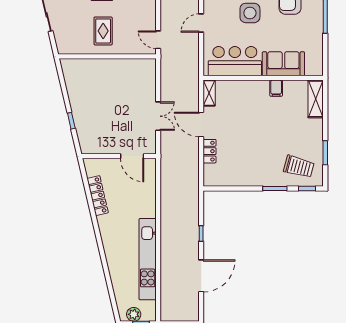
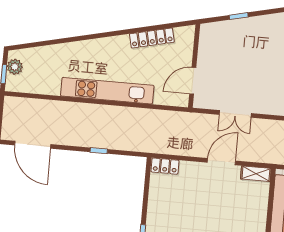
locker: (210, 151) -> (165, 166), moved
kitchen unit: (148, 259) -> (107, 91), moved
door: (201, 276) -> (33, 145), moved

